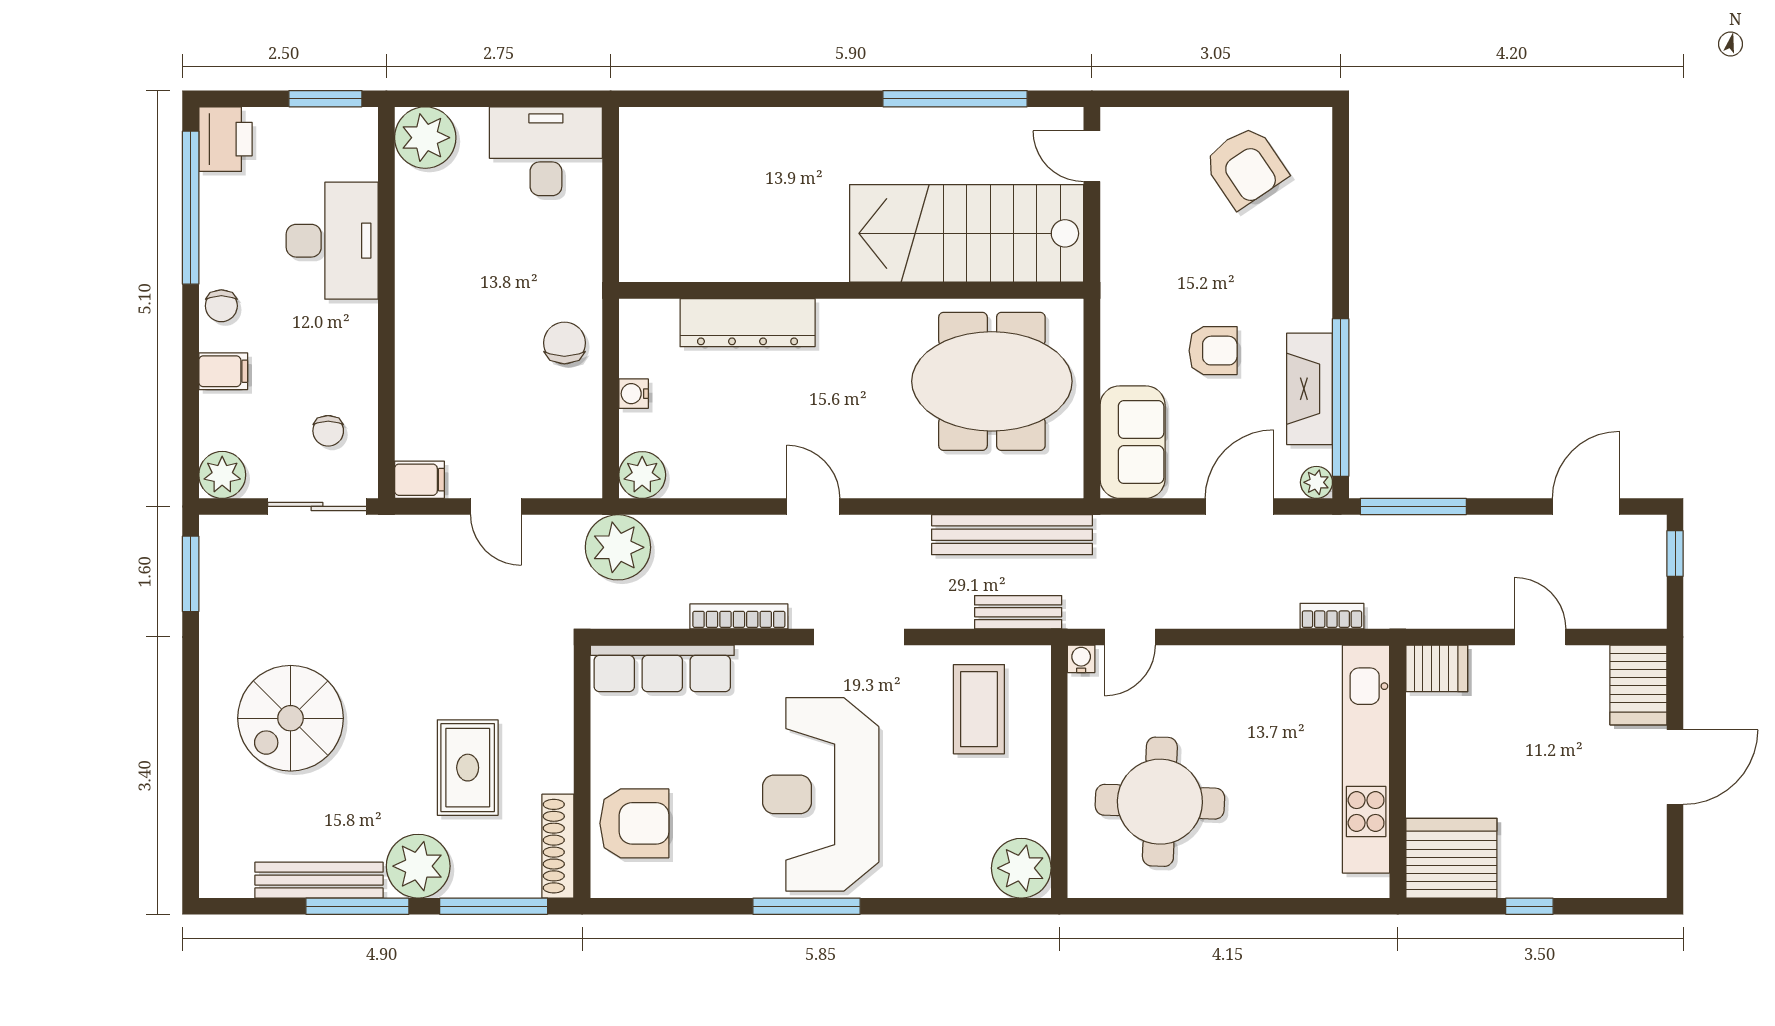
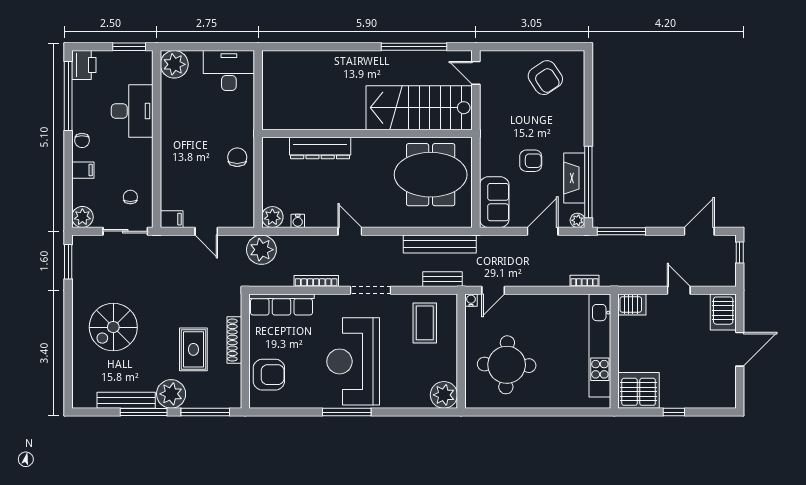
water cooler: (634, 394) -> (298, 221), moved, turned -90
chair: (328, 431) -> (130, 197), turned 180
shoe rack: (558, 846) -> (234, 340), moved

